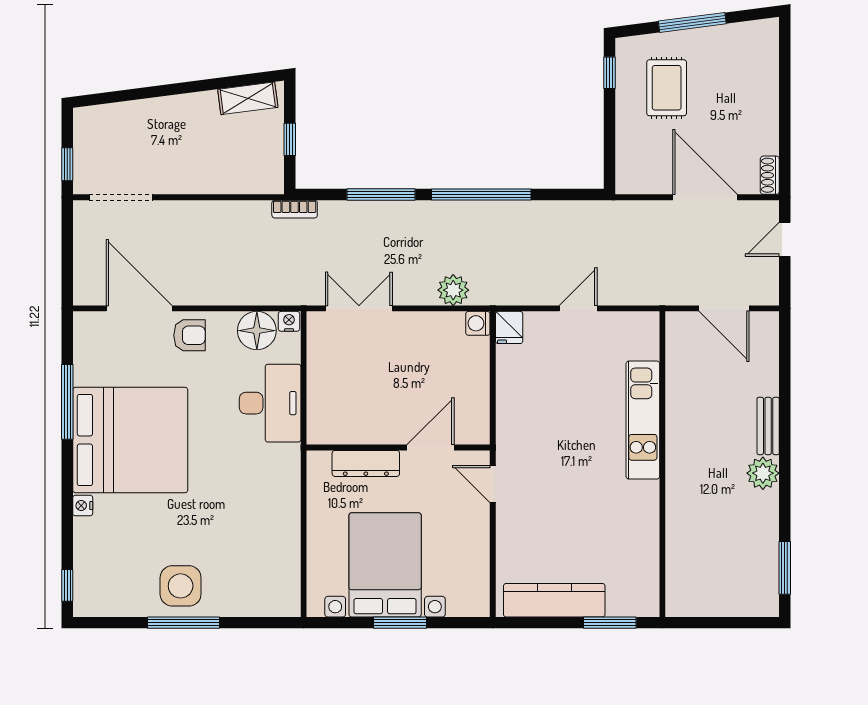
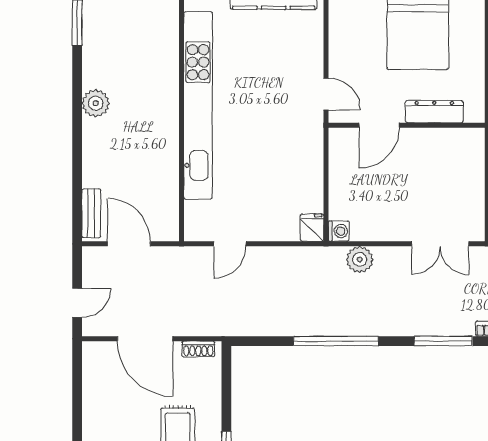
shoe rack: (770, 175) -> (198, 349), moved, turned 90
window: (381, 194) -> (443, 341), moved
door: (578, 308) -> (230, 244), moved
kitchen unit: (643, 420) -> (198, 105), width x1.86
bench: (768, 426) -> (91, 213), moved

